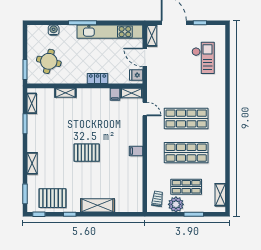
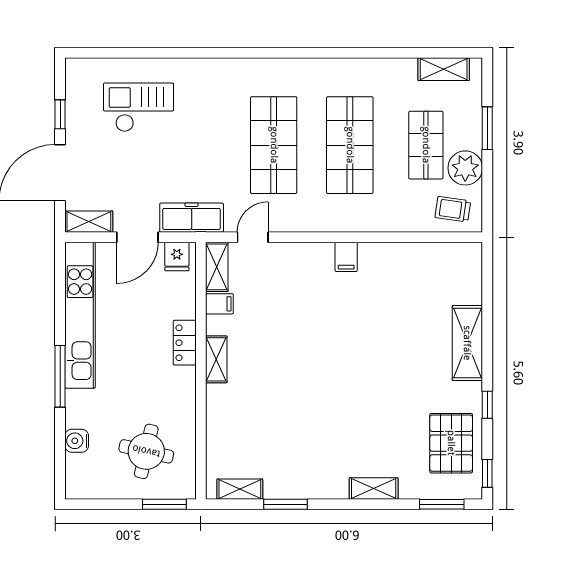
freezer: (154, 82) -> (192, 218), added
shelving: (65, 93) -> (216, 359), moved
pallet: (87, 153) -> (350, 367), removed

